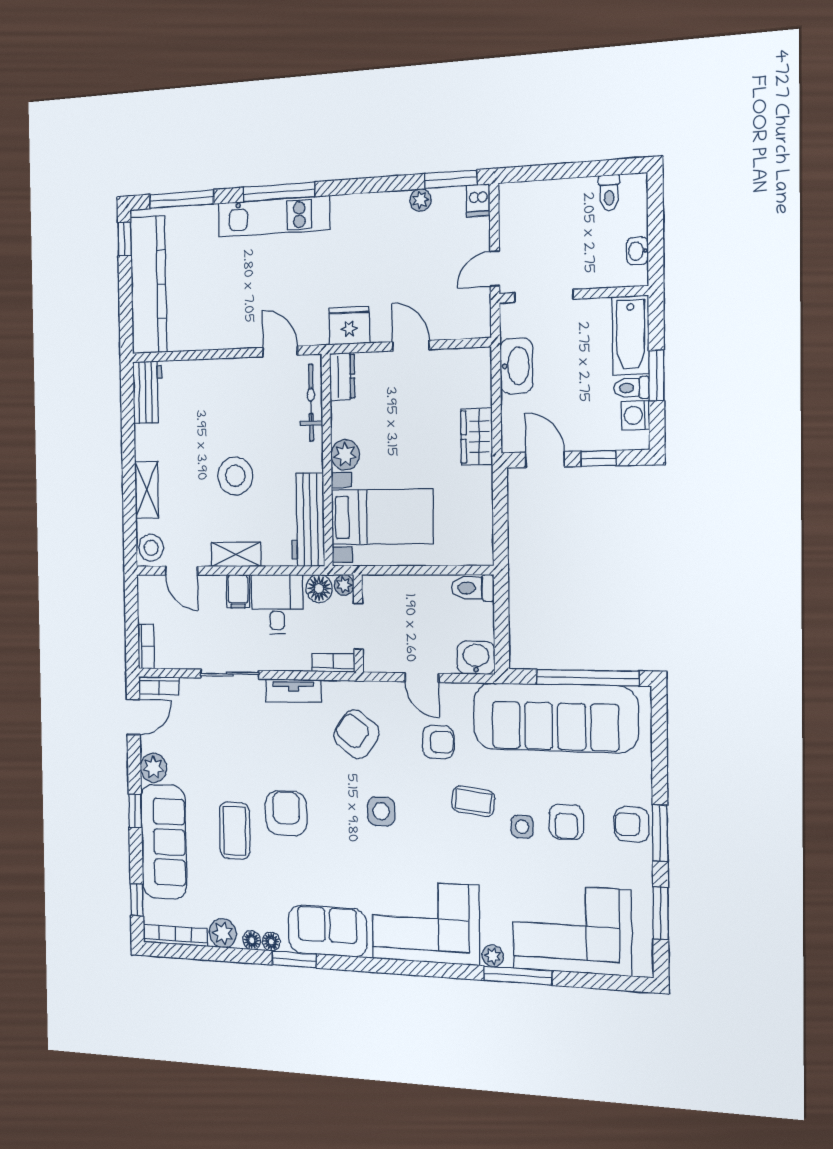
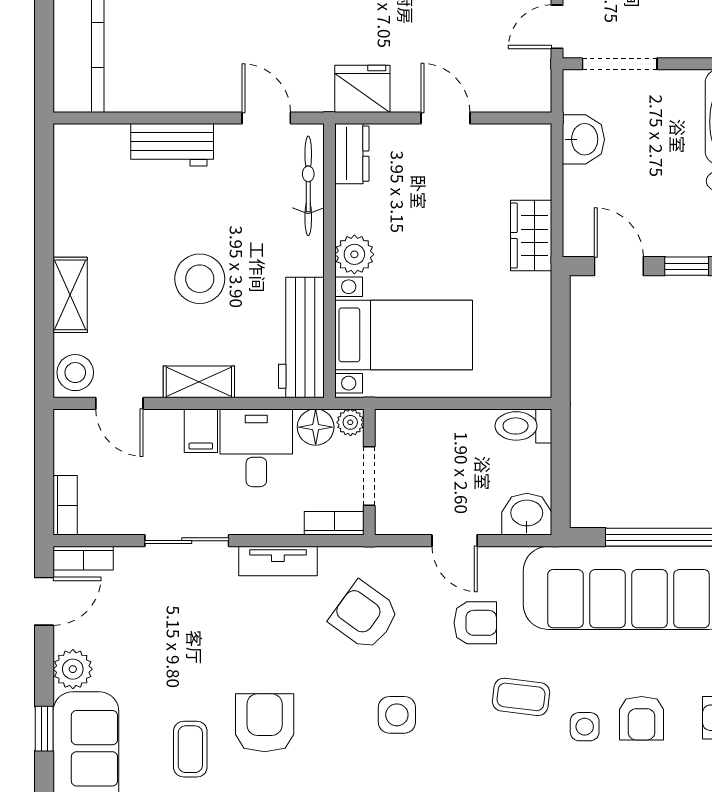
washbasin: (516, 366) -> (583, 139), width x0.72
workbench: (148, 392) -> (172, 145), moved, turned 90
coffee table: (235, 831) -> (190, 749), width x0.73, depth x0.77

